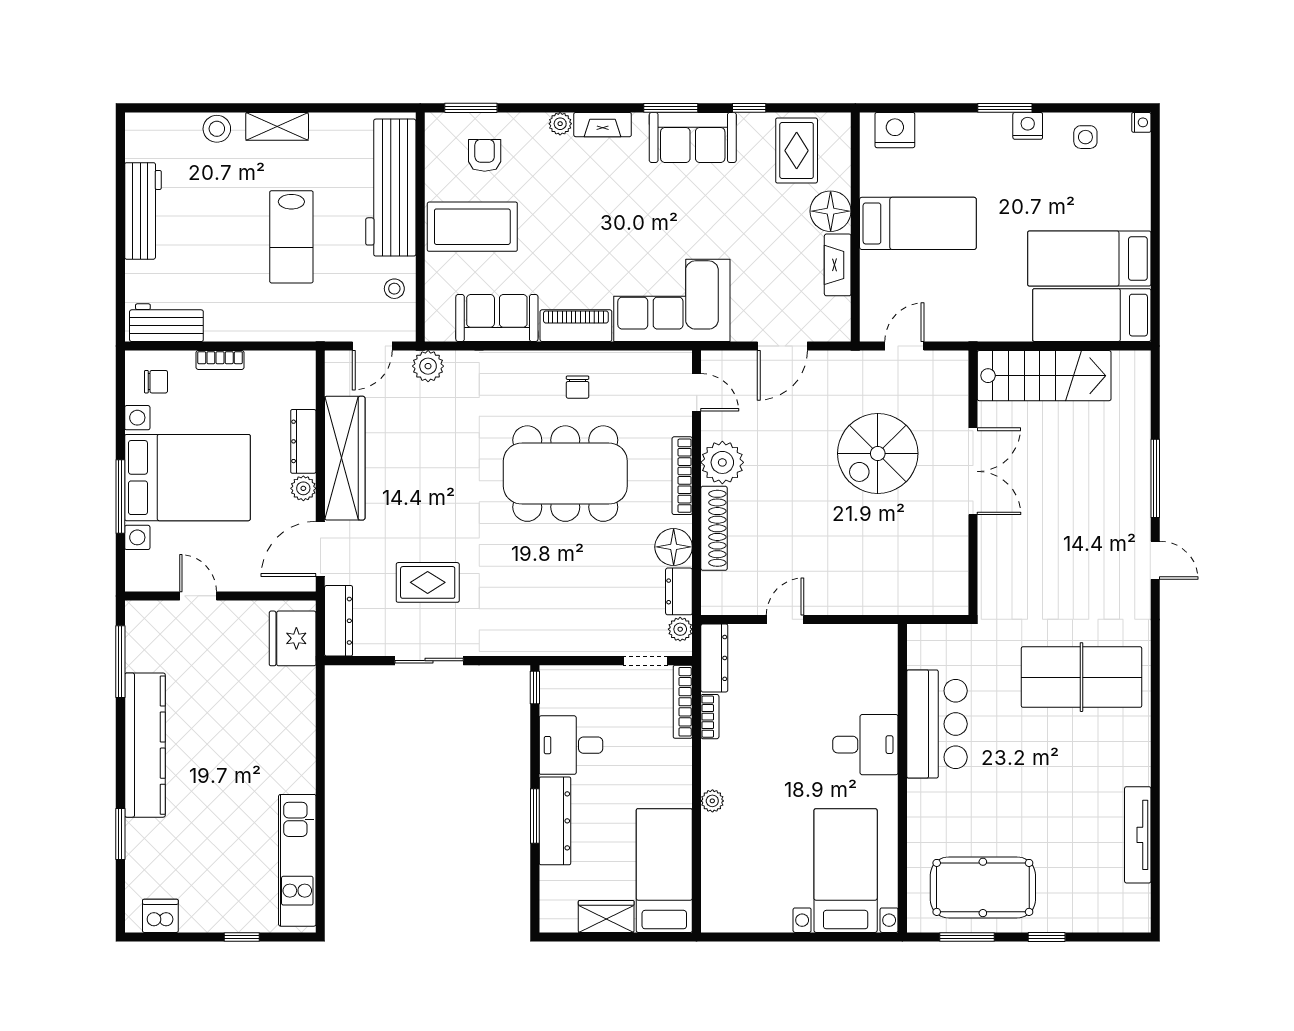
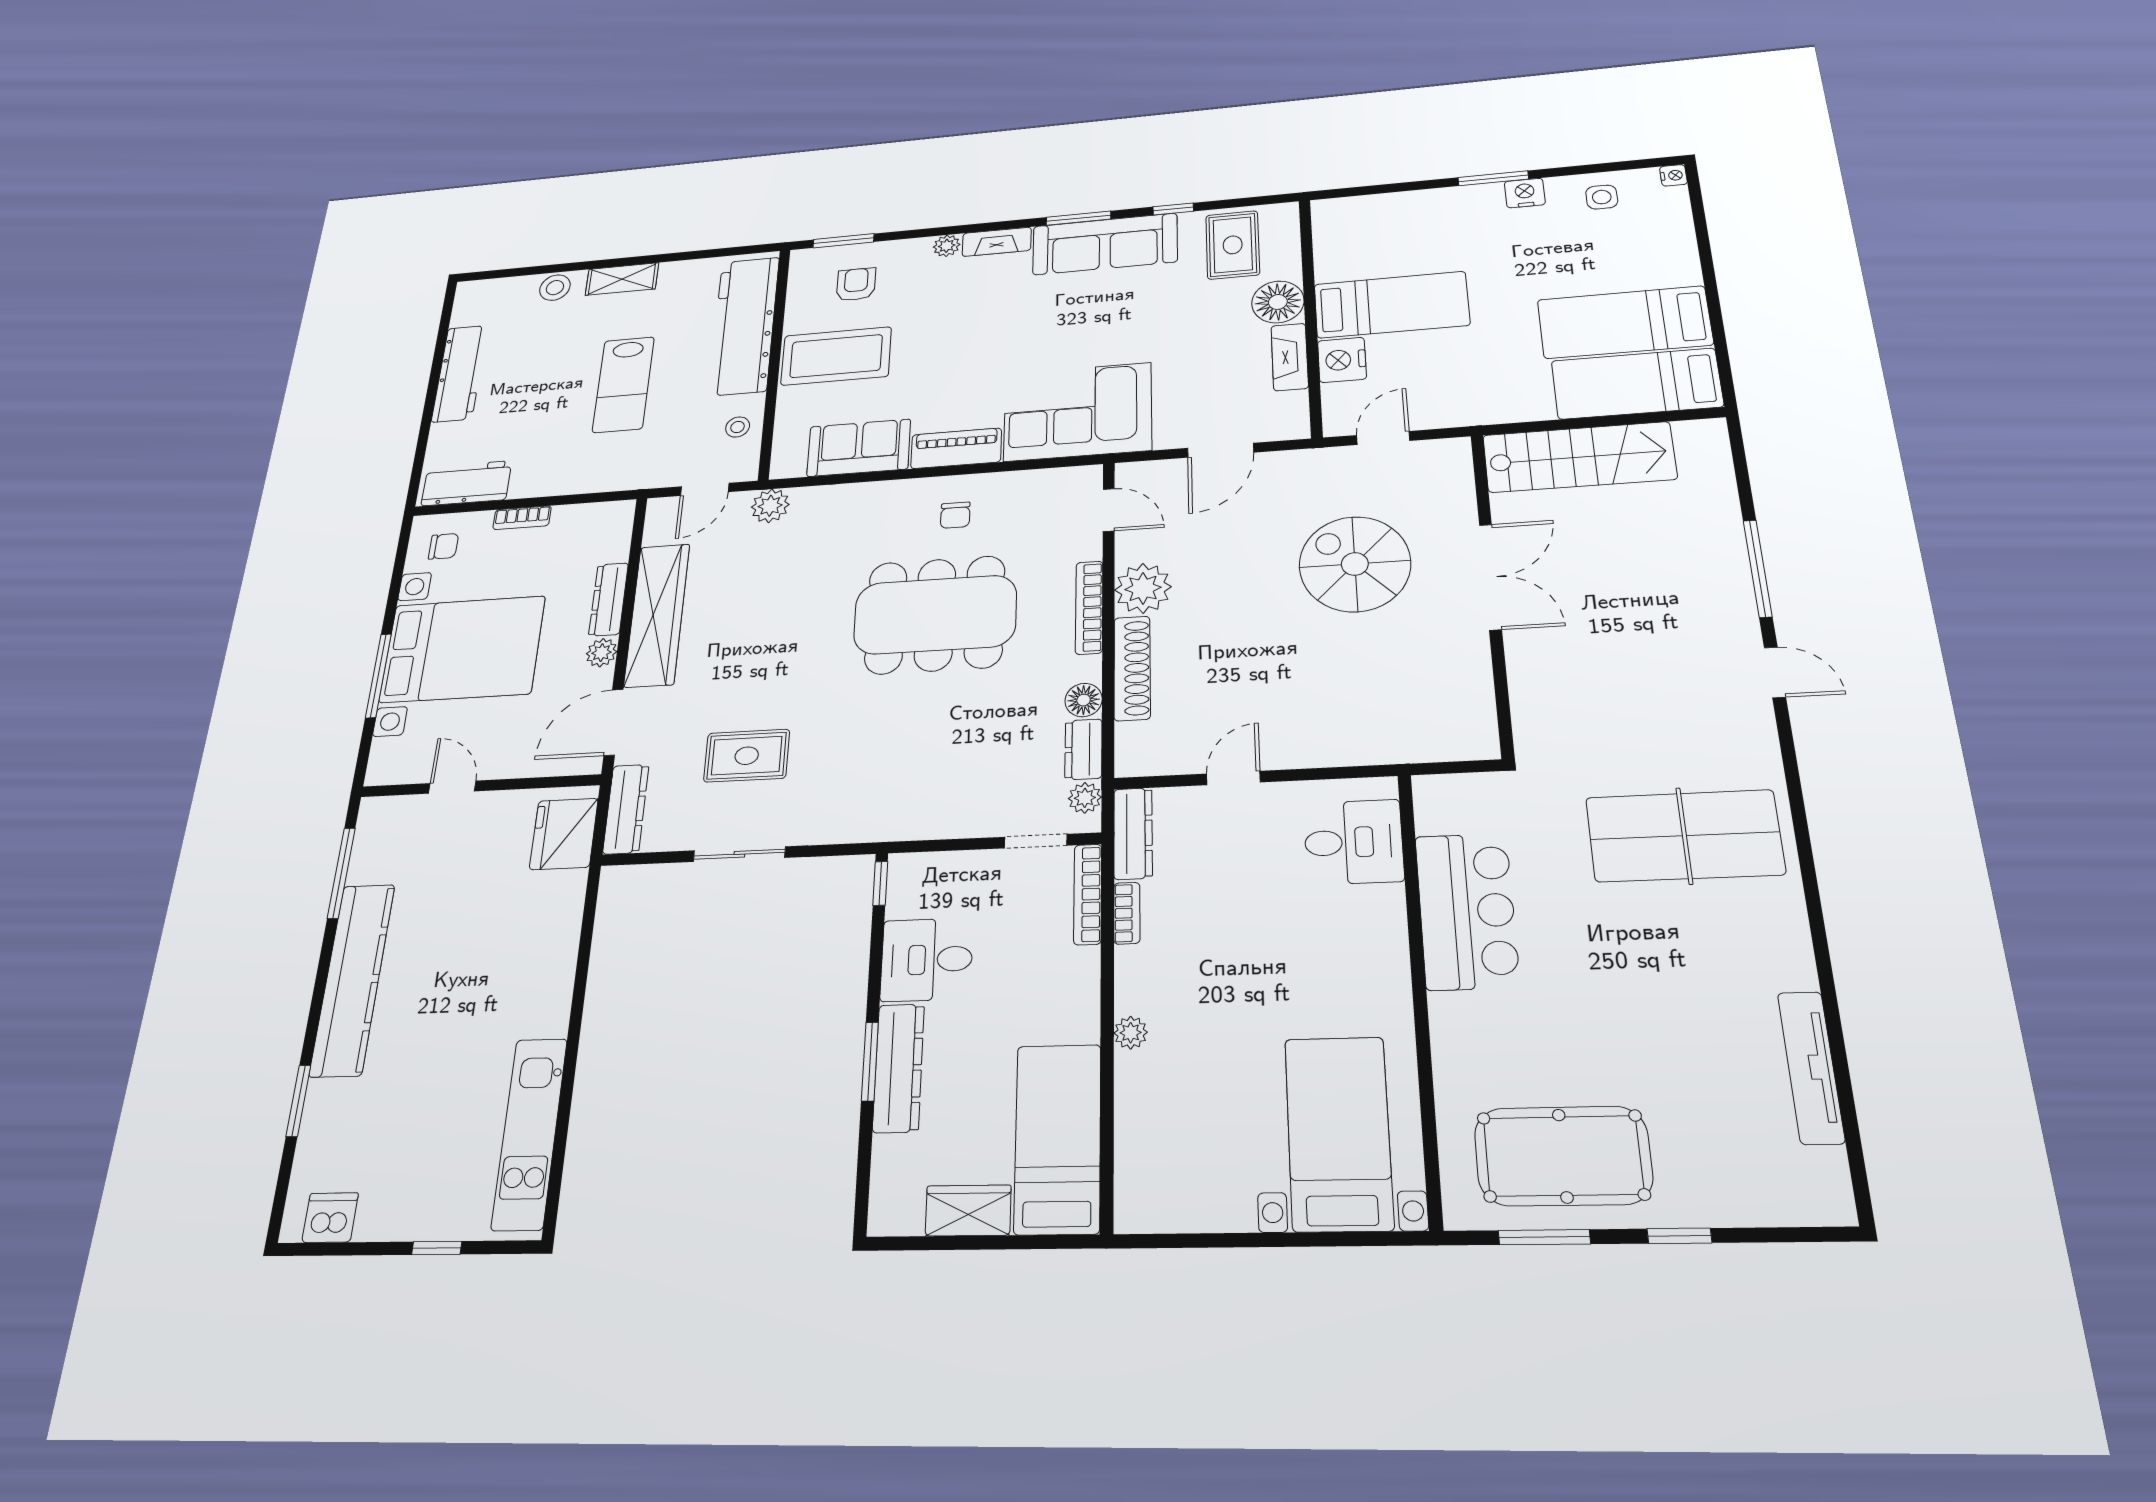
nightstand: (895, 130) -> (1342, 360), moved, turned -90
sofa: (693, 137) -> (1105, 244), width x1.36
spiral stairs: (878, 453) -> (1355, 564), turned 90
floor lamp: (674, 547) -> (1084, 700), width x0.73, depth x0.73
desk: (865, 745) -> (1353, 842), moved

